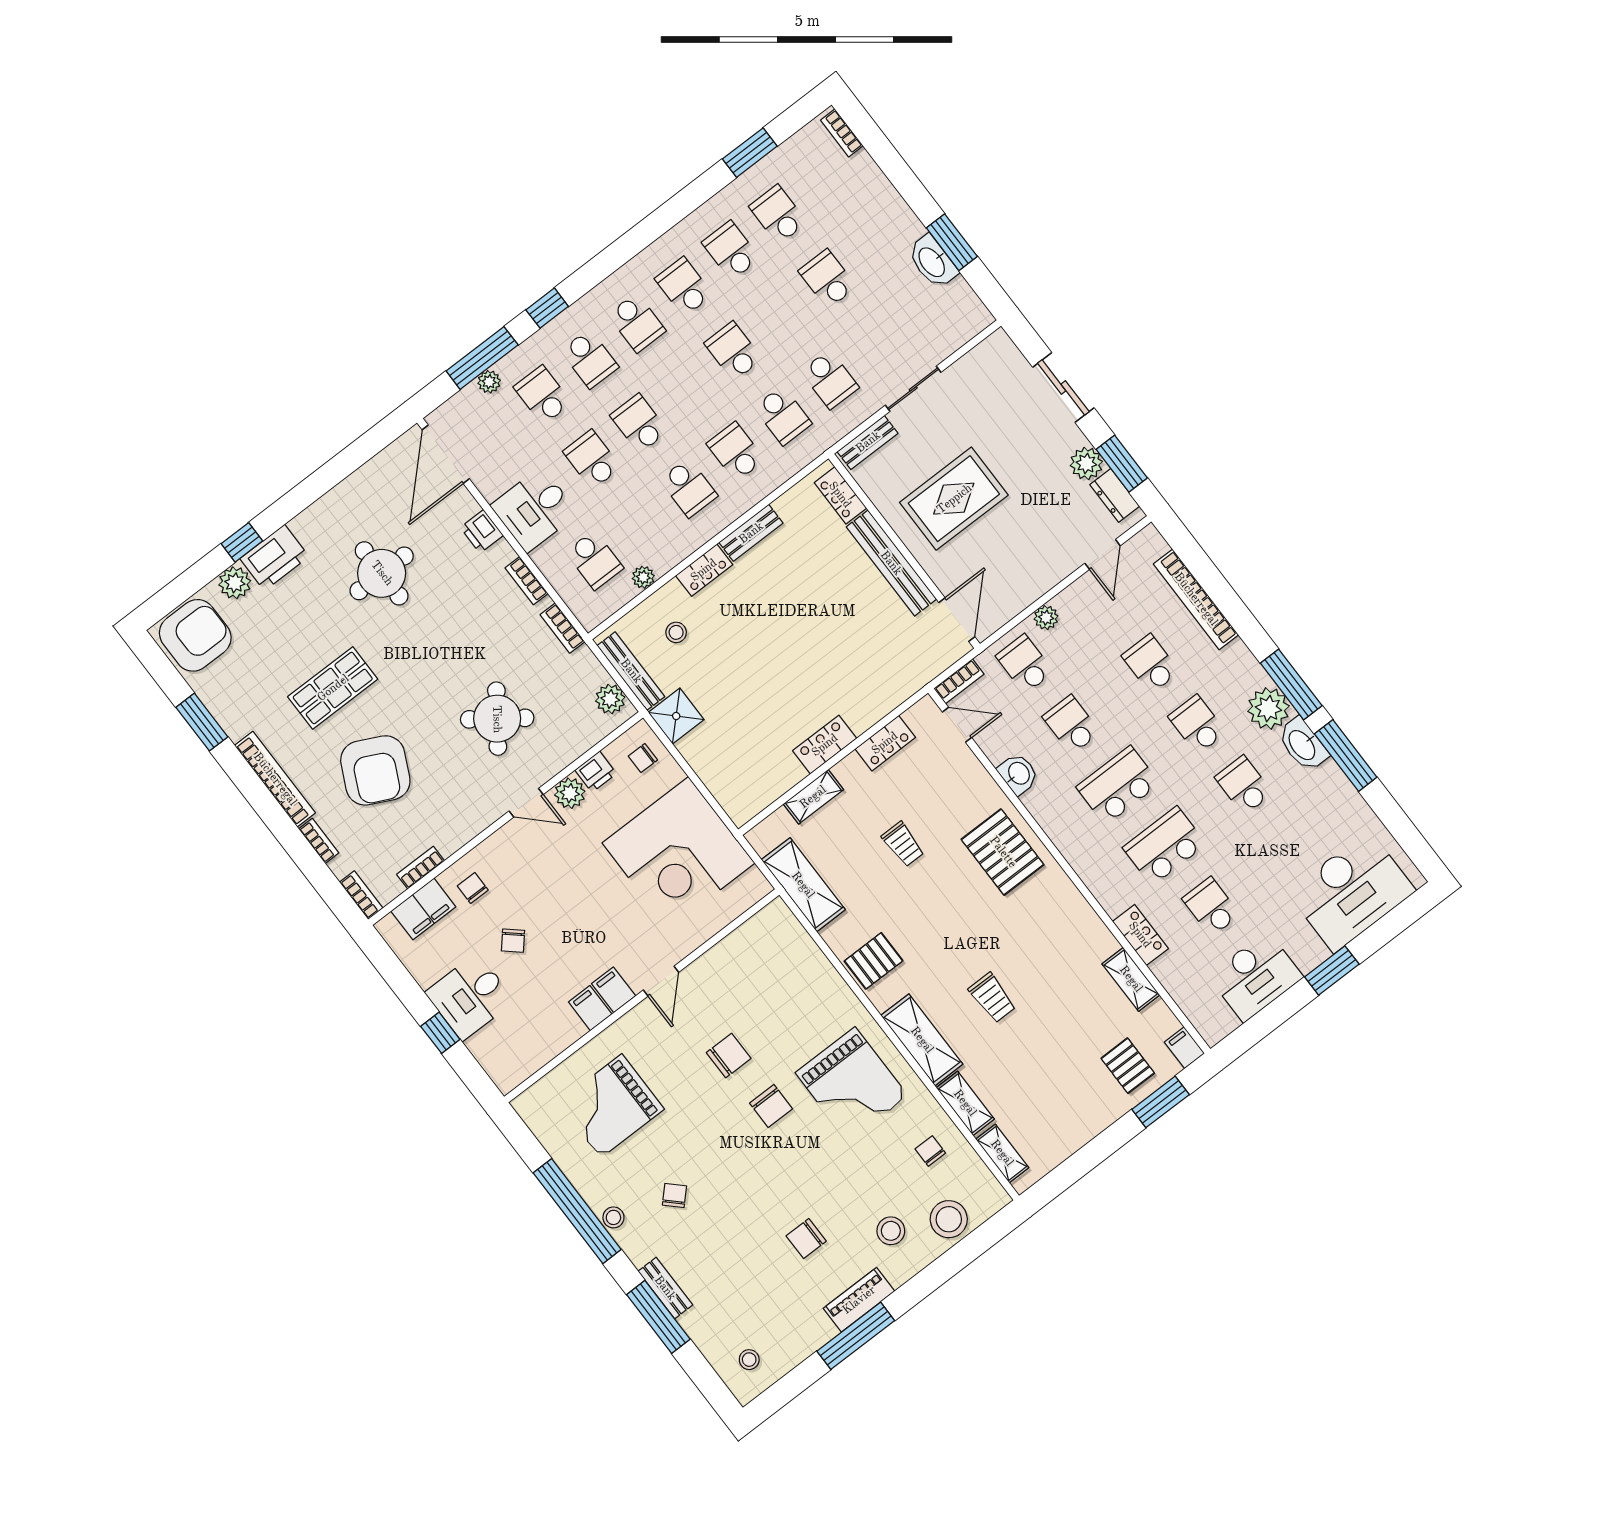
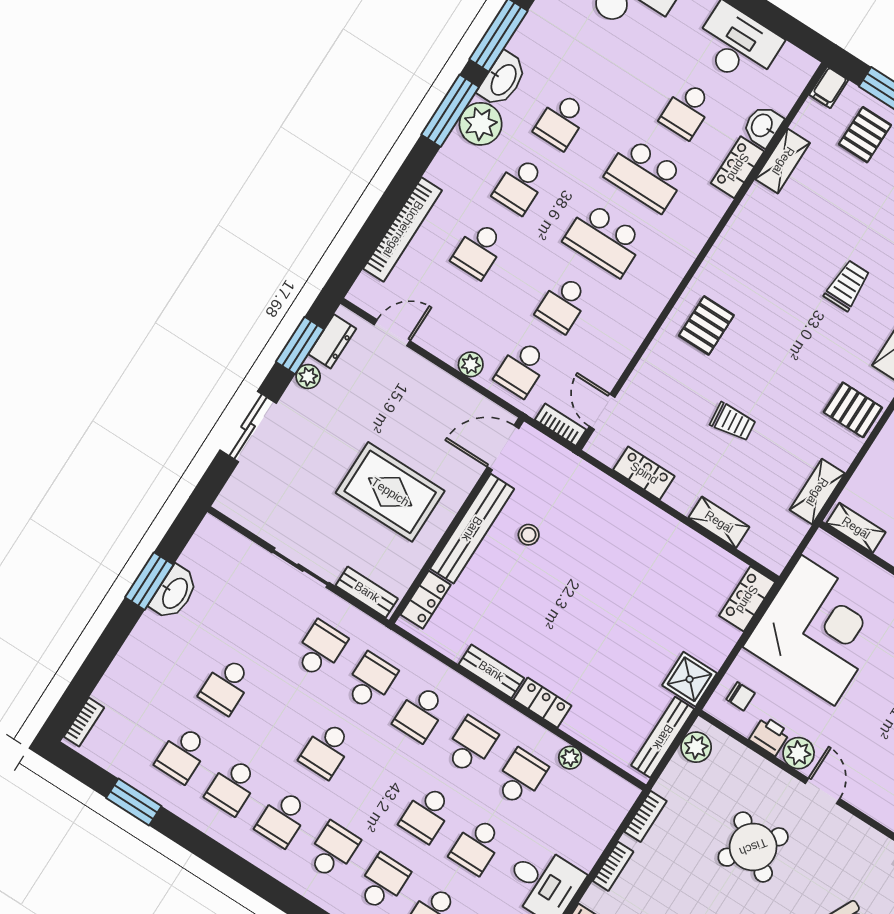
plant: (1086, 464) -> (308, 377), width x0.73, depth x0.73
school desk: (594, 560) -> (520, 777), moved
stool: (676, 632) -> (529, 535), moved
locker: (825, 745) -> (747, 599), moved, turned 90
washbasin: (1018, 774) -> (763, 126), moved
trolley: (903, 844) -> (733, 422), turned 84
pallet: (1003, 852) -> (706, 325), width x0.67, depth x0.71
shelving: (803, 885) -> (817, 492), width x0.67, depth x0.75
shelving: (762, 924) -> (856, 528), added

